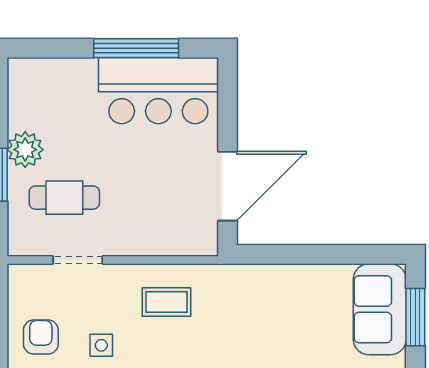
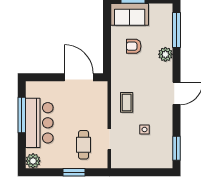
bar counter: (158, 91) -> (39, 123), moved
plant: (25, 150) -> (33, 161), moved
armchair: (41, 337) -> (134, 46), moved

